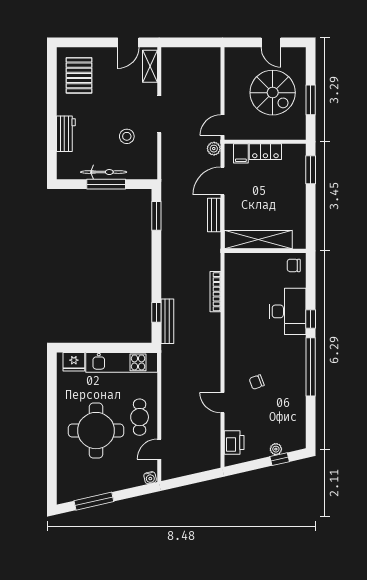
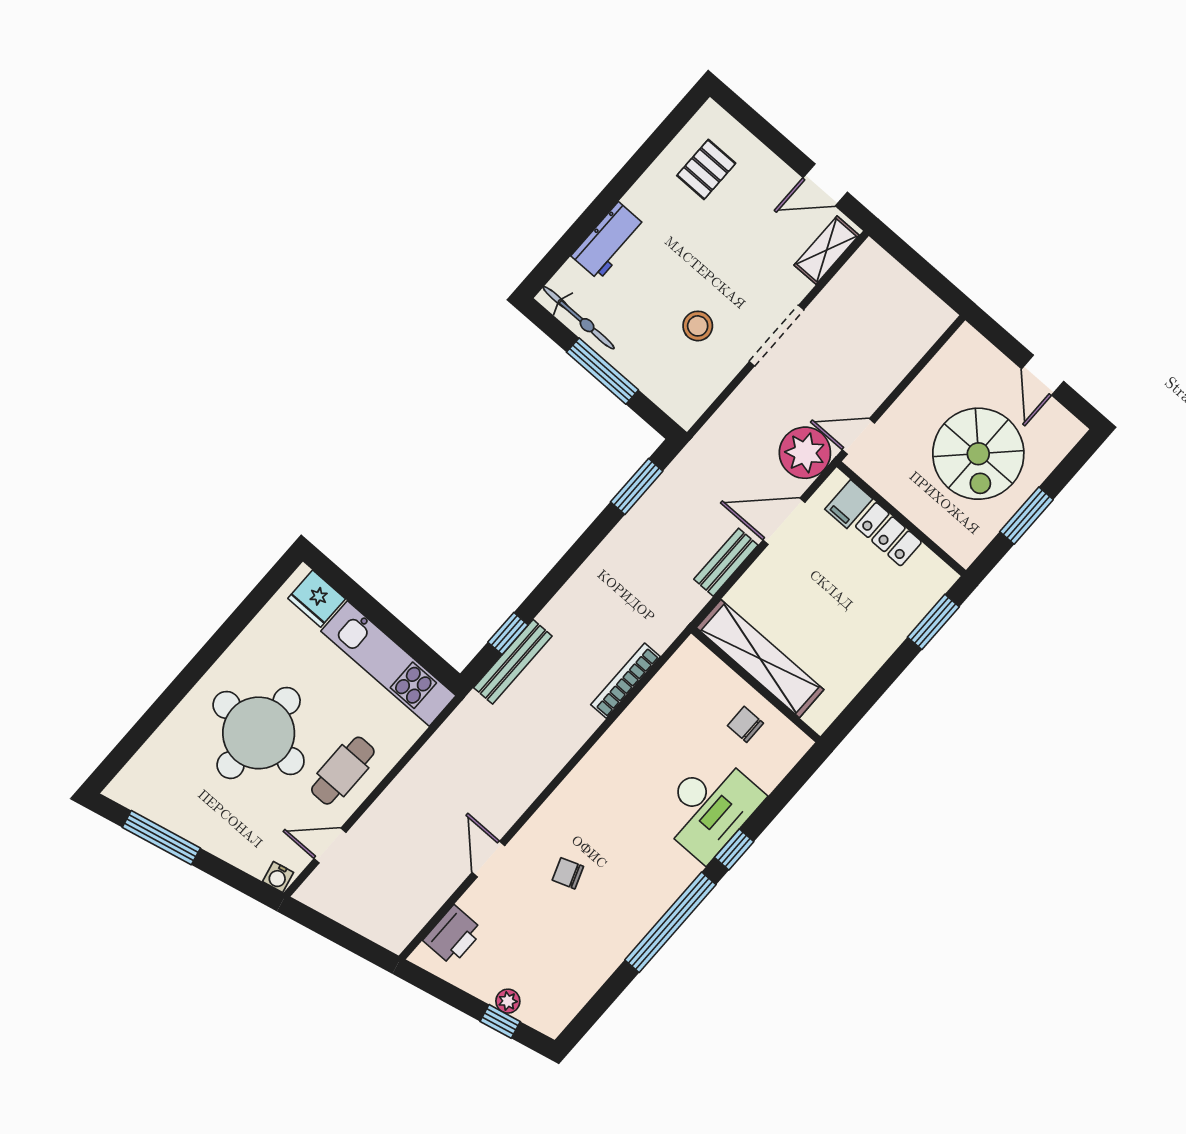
pallet: (79, 75) -> (706, 169), width x0.67, depth x0.71
plant: (214, 149) -> (805, 453), width x1.88, depth x1.88
bicycle: (104, 172) -> (579, 318), moved
chair: (294, 265) -> (745, 724), moved

